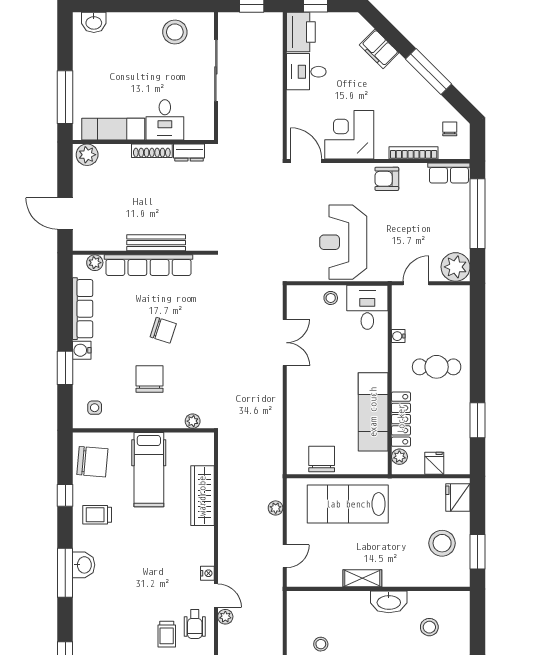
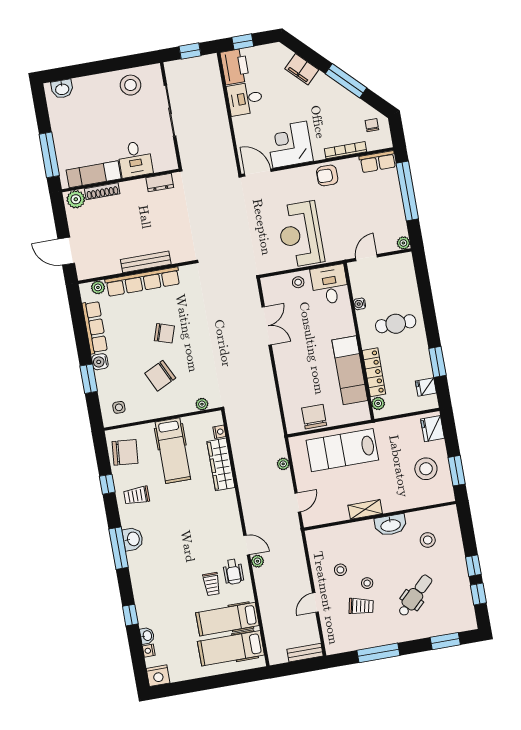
shoe rack: (152, 151) -> (102, 191), moved
plant: (456, 267) -> (403, 243), width x0.53, depth x0.53
chair: (150, 379) -> (160, 376), turned -116
fridge: (434, 463) -> (426, 387), moved, turned -90
nightstand: (207, 573) -> (219, 432), moved

